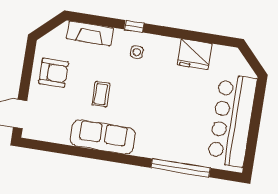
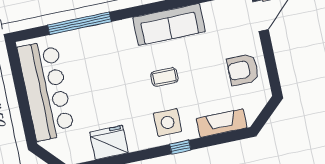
side table: (137, 52) -> (168, 122), width x1.87, depth x1.87
coffee table: (101, 94) -> (164, 77), moved, turned 90

